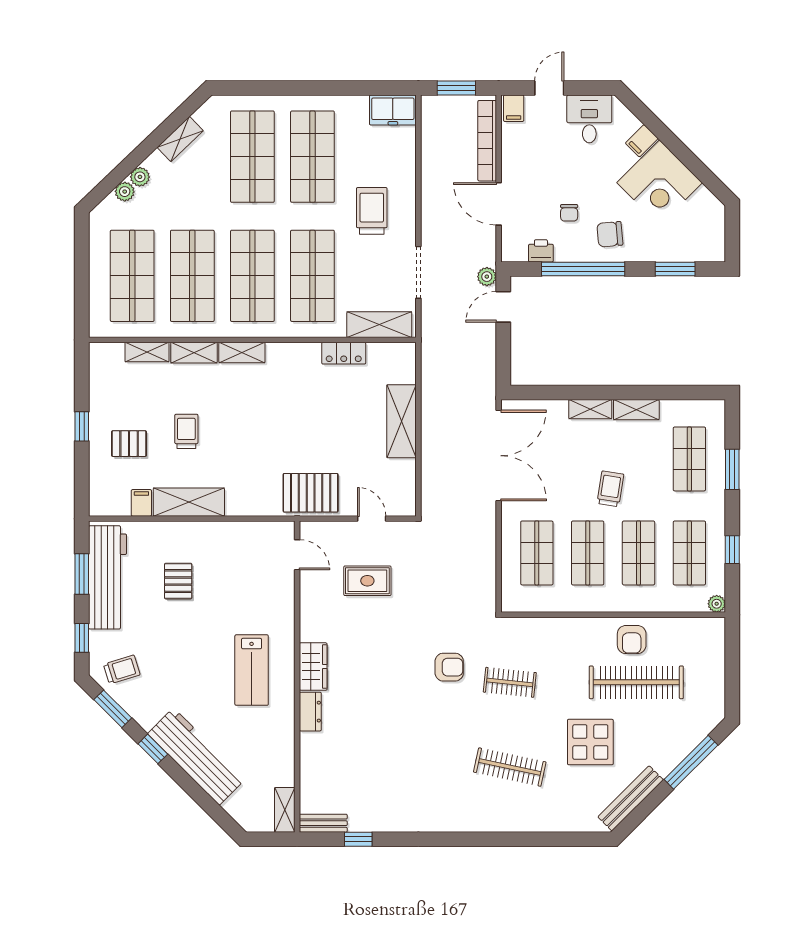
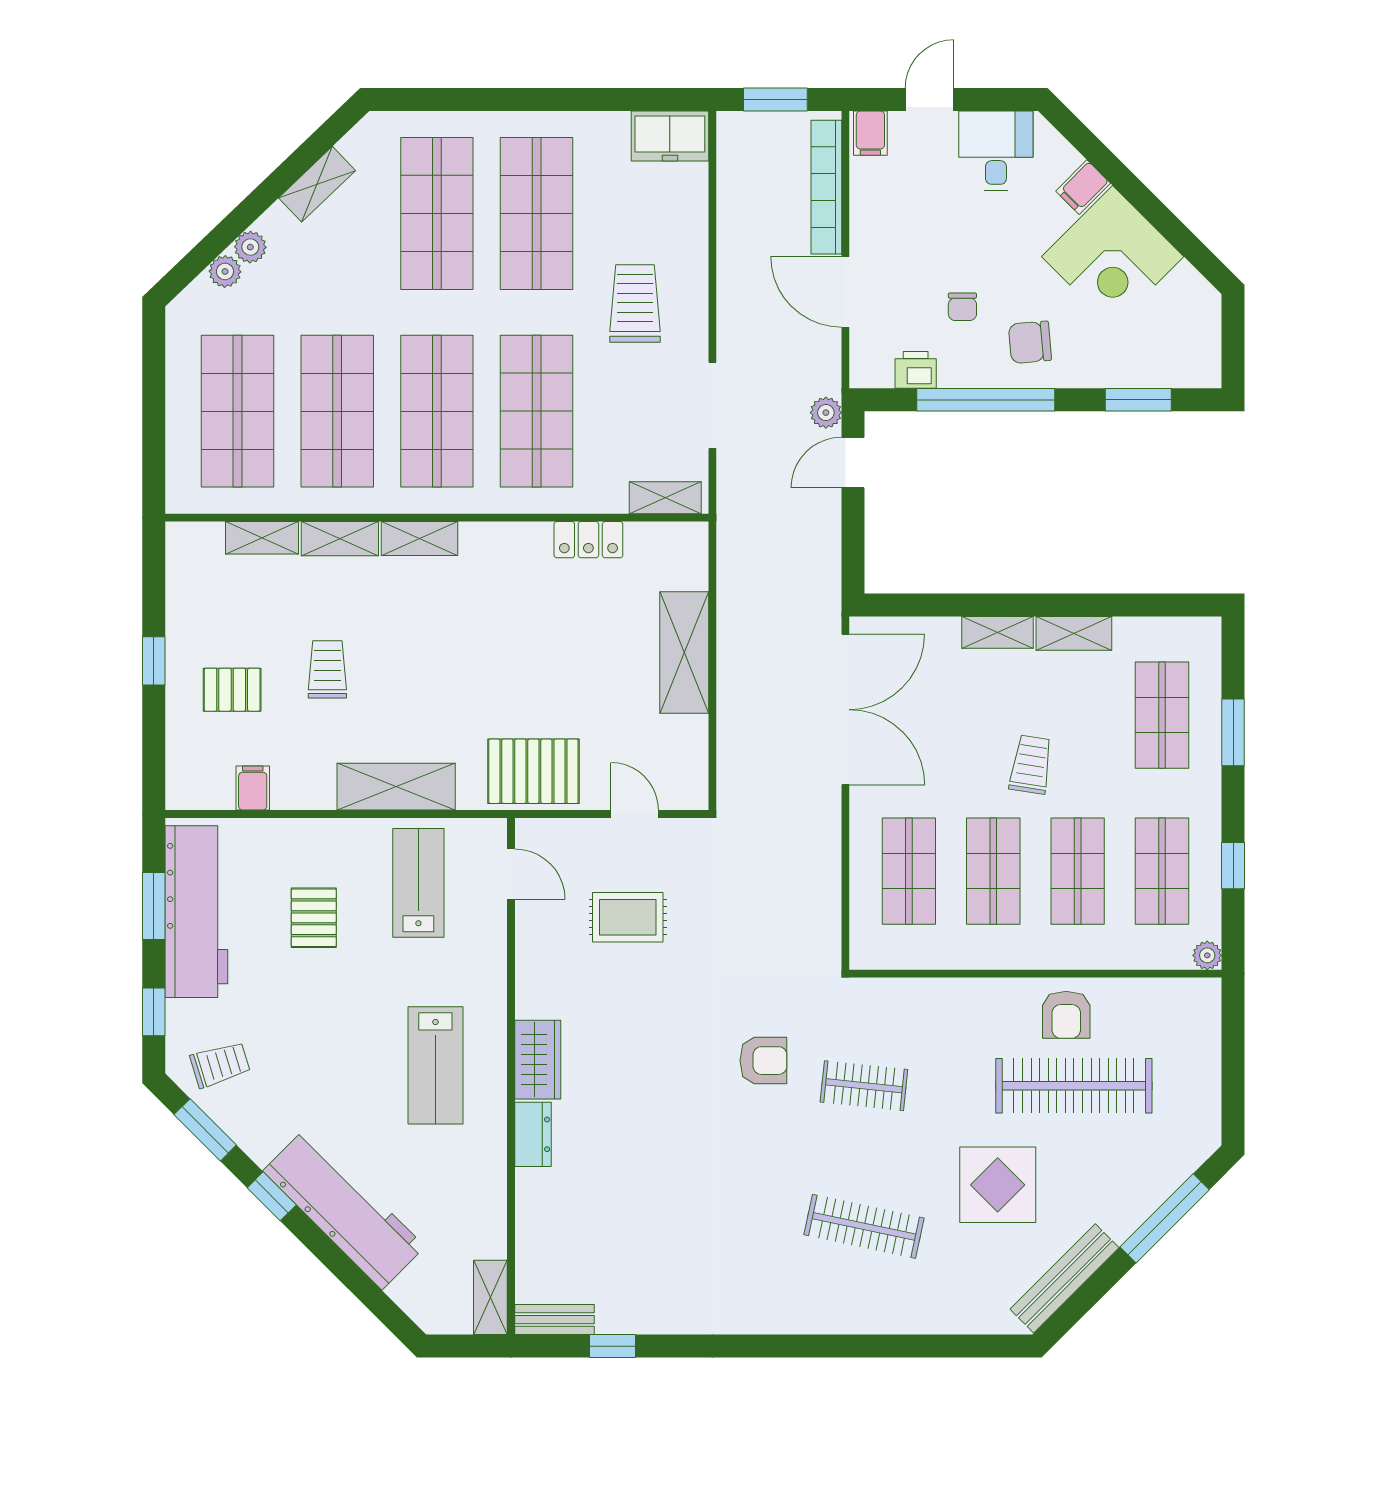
shelving: (379, 325) -> (665, 498), width x0.67, depth x0.75
shelving: (189, 502) -> (396, 787), moved
lab bench: (241, 560) -> (418, 883), added

